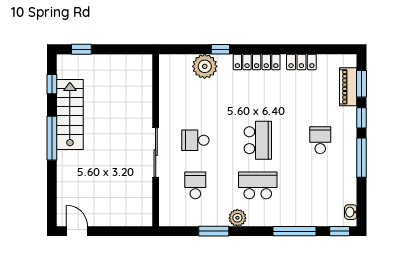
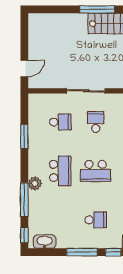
washbasin: (351, 212) -> (45, 242), width x1.91, depth x1.45
plant: (237, 218) -> (35, 183), moved
door: (77, 231) -> (24, 68), moved

